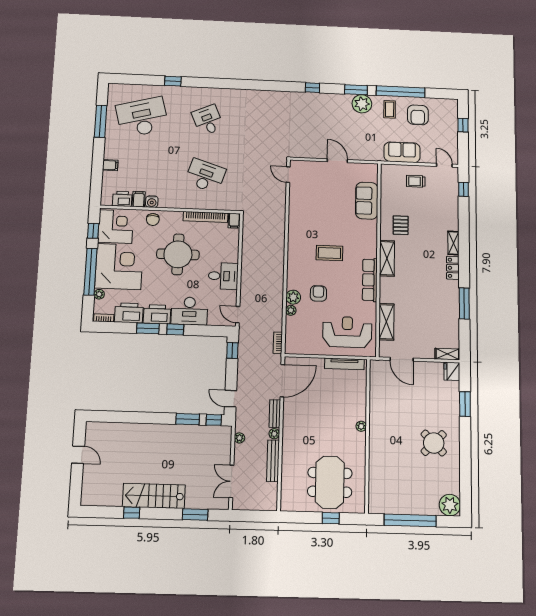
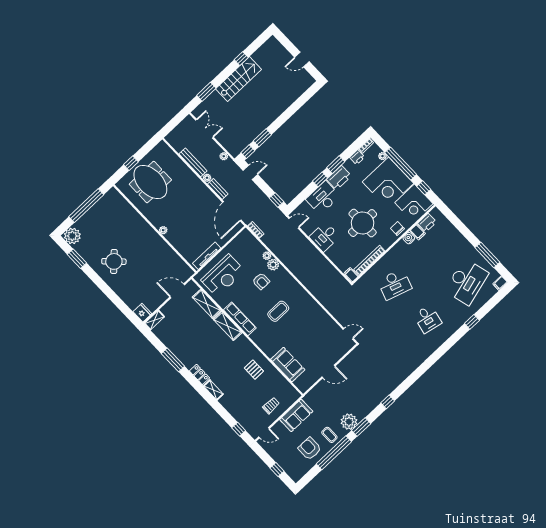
desk: (208, 120) -> (427, 319), turned 36
filing cabinet: (110, 165) -> (500, 283), moved
shelving: (387, 258) -> (228, 326), moved
printer: (129, 313) -> (357, 157), width x0.53, depth x0.68
window: (465, 404) -> (77, 259), moved

